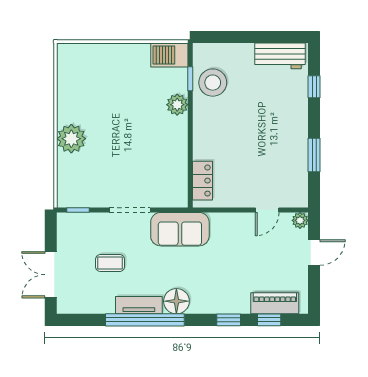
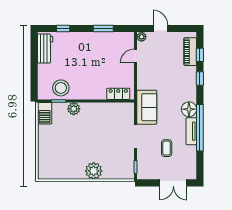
door: (267, 210) -> (135, 56), swing flipped

